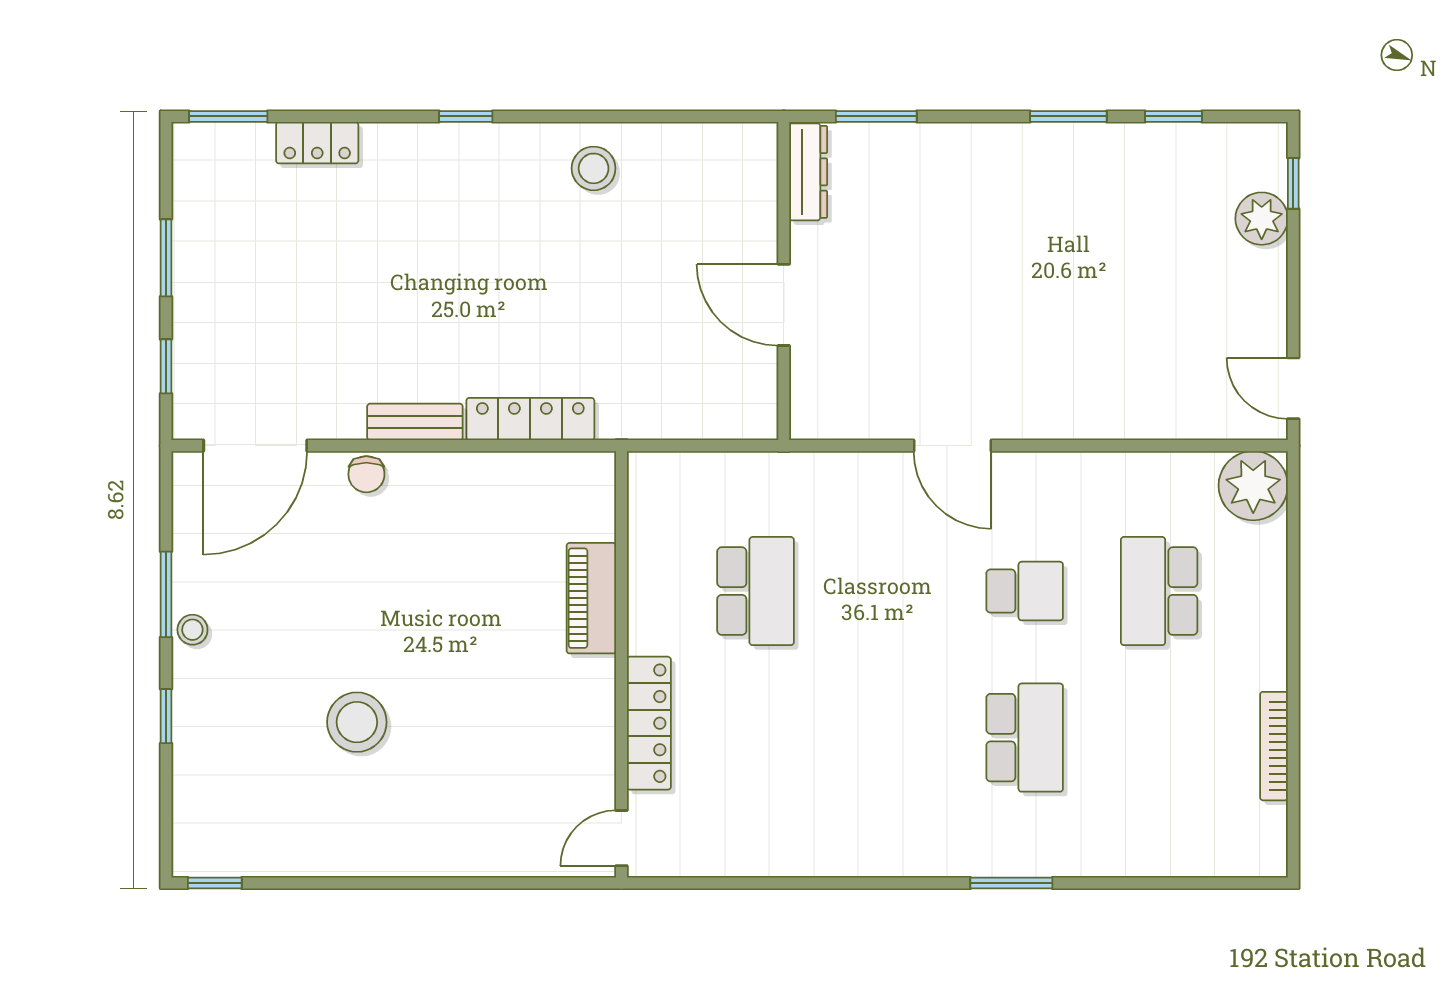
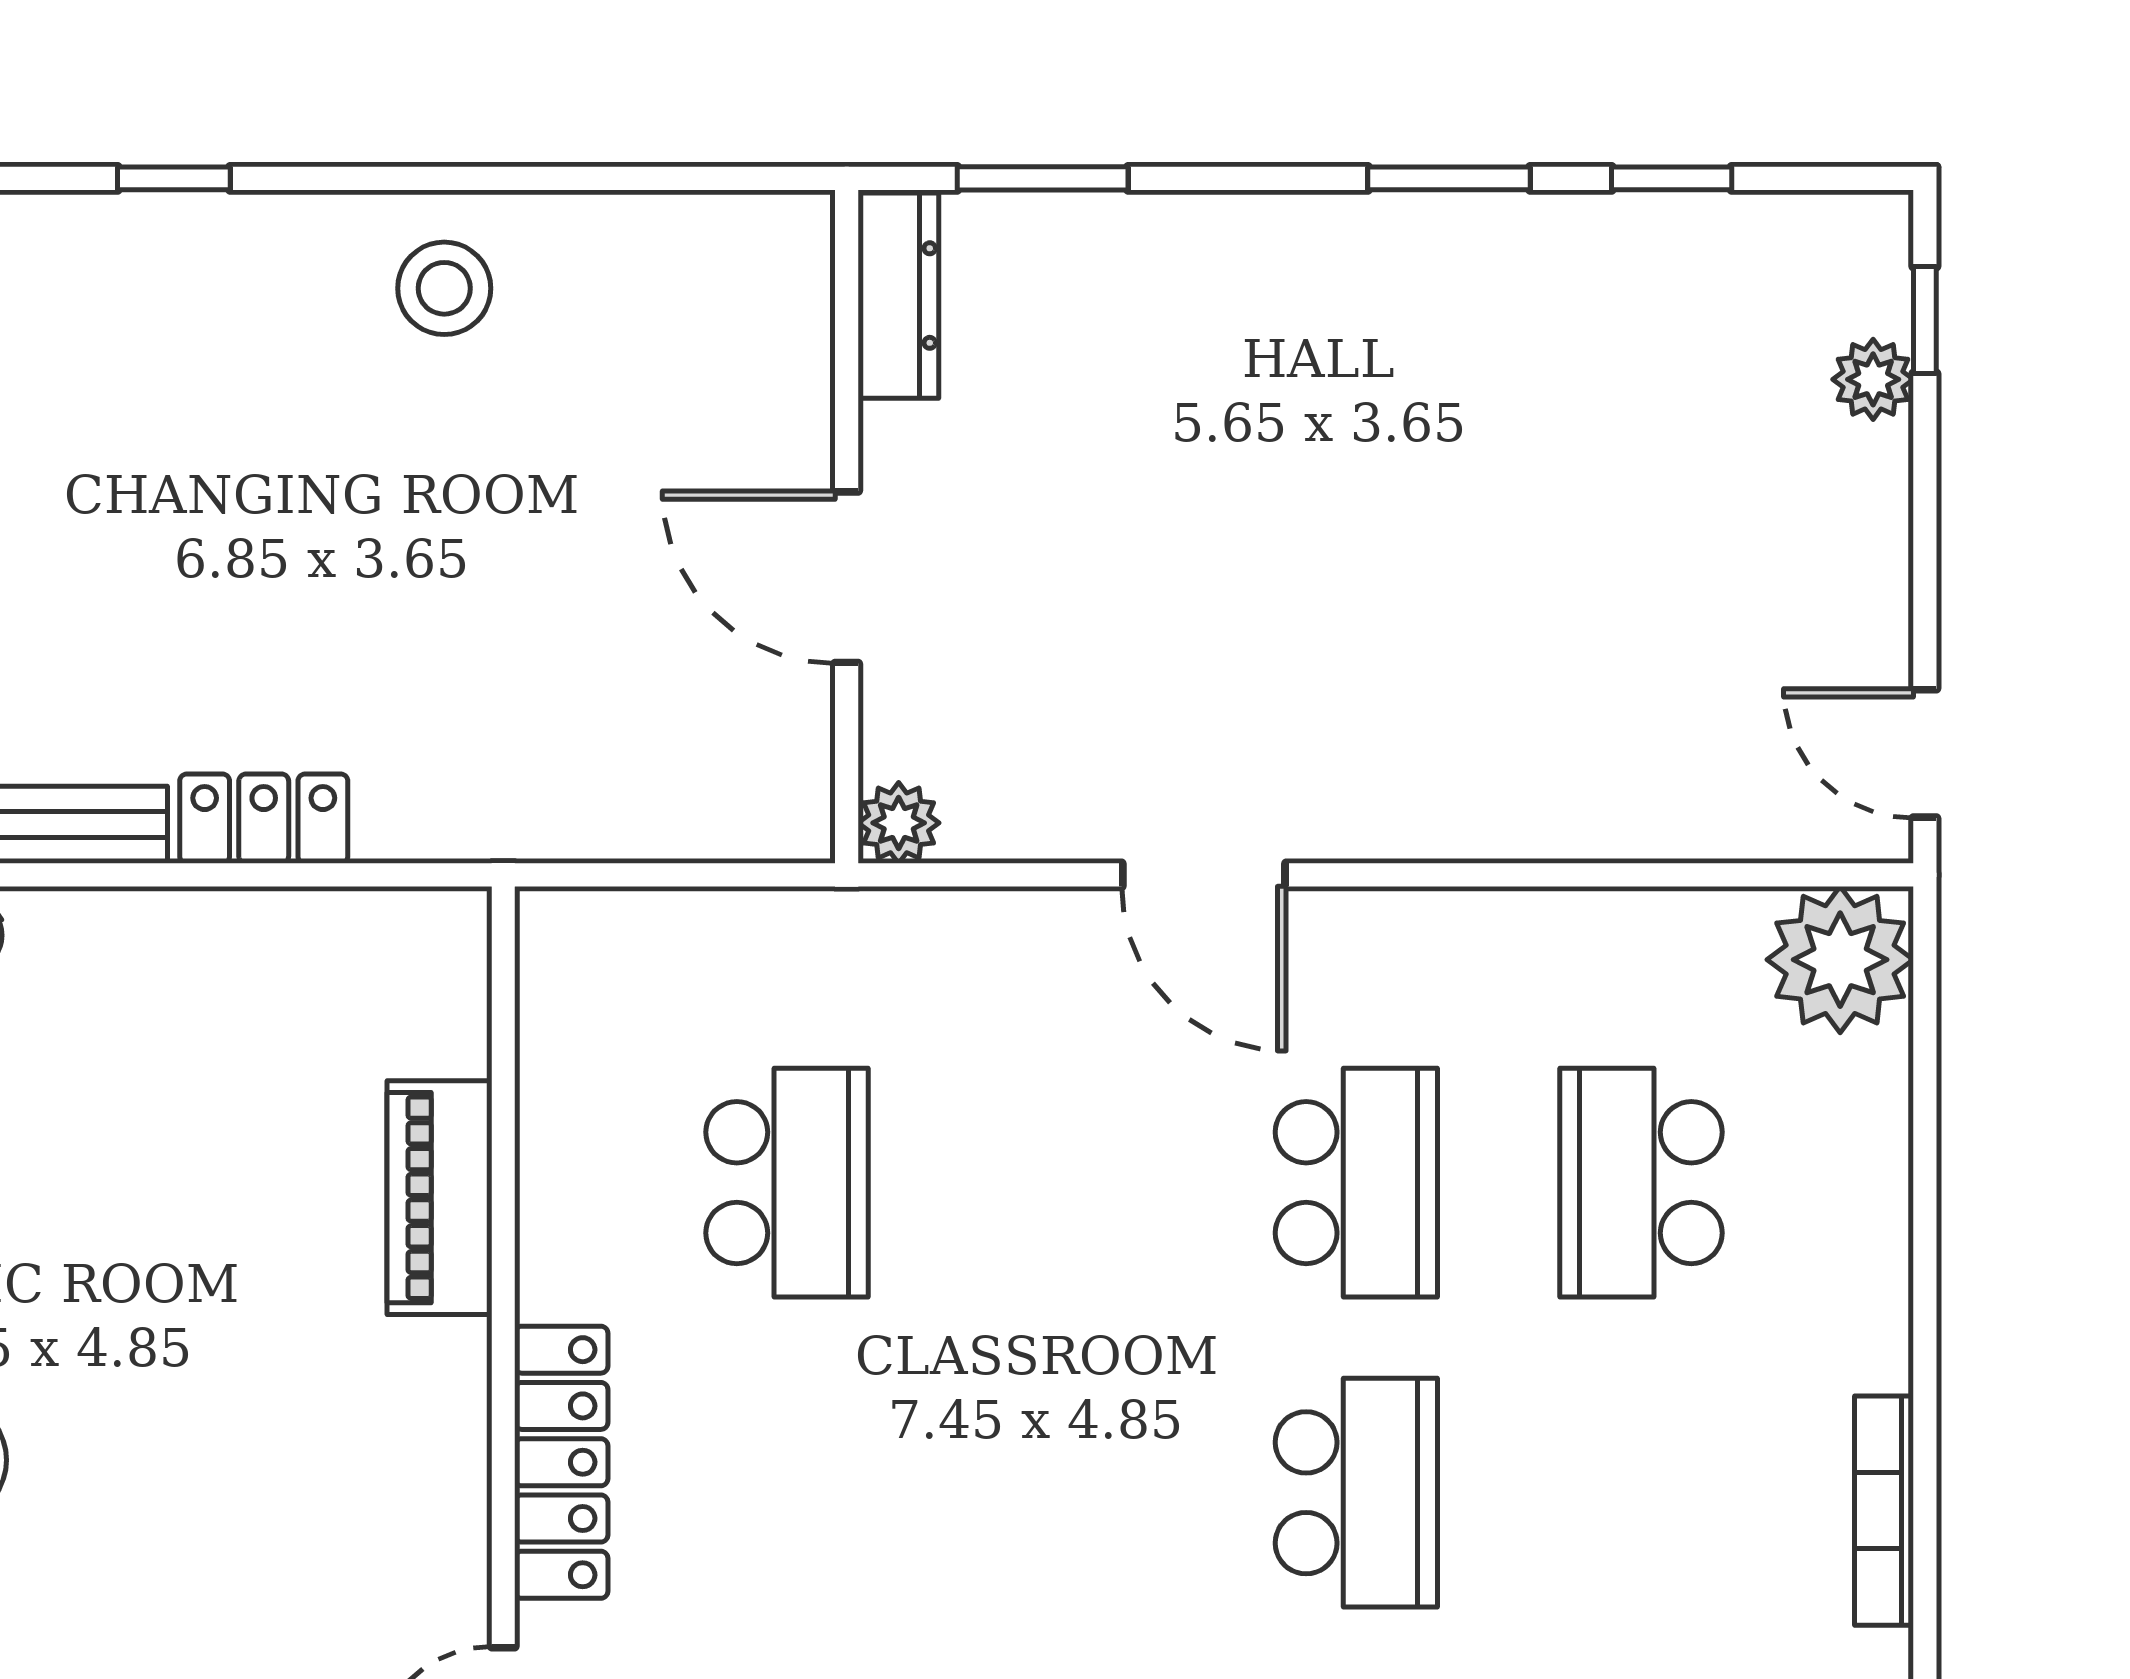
plant: (1262, 219) -> (1873, 379), width x0.73, depth x0.73
locker: (530, 419) -> (264, 819), width x0.66
plant: (808, 421) -> (899, 823), added
school desk: (1025, 591) -> (1356, 1183), width x1.85

